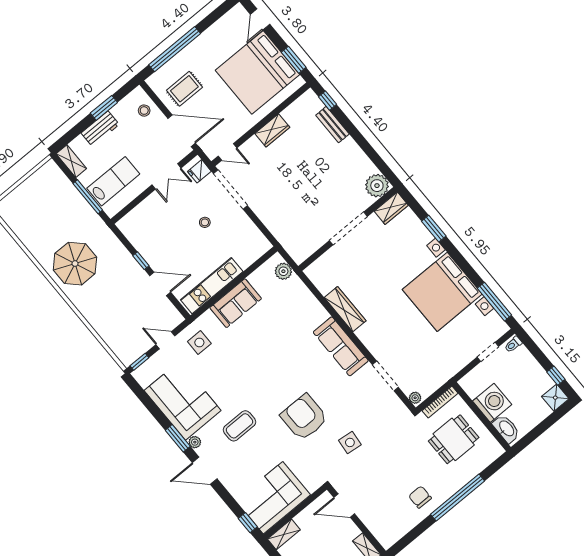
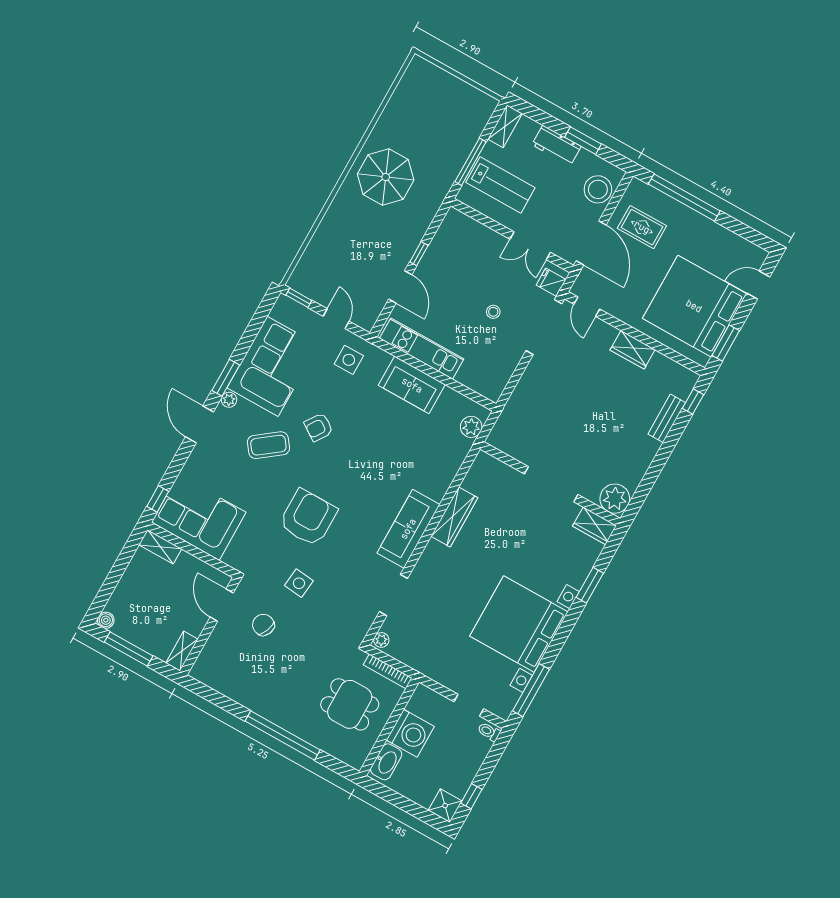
stool: (144, 111) -> (598, 189), width x1.89, depth x1.89
armchair: (240, 384) -> (319, 427), added
coffee table: (239, 426) -> (268, 445), turned -37
chair: (420, 497) -> (263, 625), moved, turned -67

